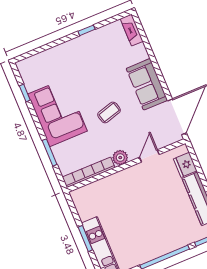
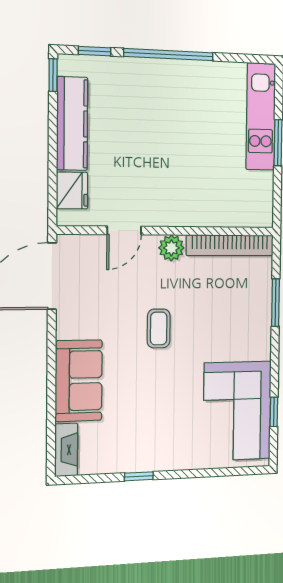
sofa: (147, 84) -> (79, 381), moved
coffee table: (109, 112) -> (159, 328), turned -74
corner sofa: (58, 113) -> (237, 411), moved

